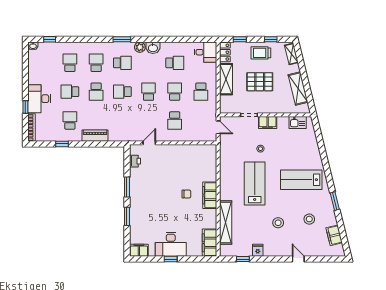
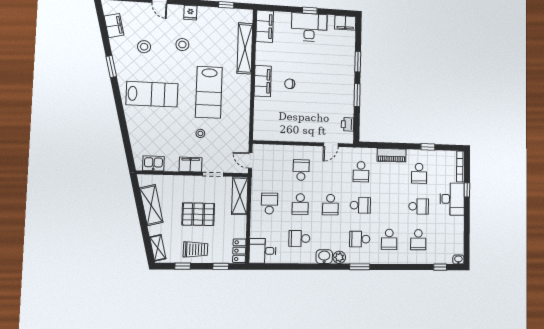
shelving: (226, 79) -> (240, 196), moved
school desk: (96, 92) -> (361, 172), moved, turned 180
fridge: (258, 250) -> (190, 13), moved

